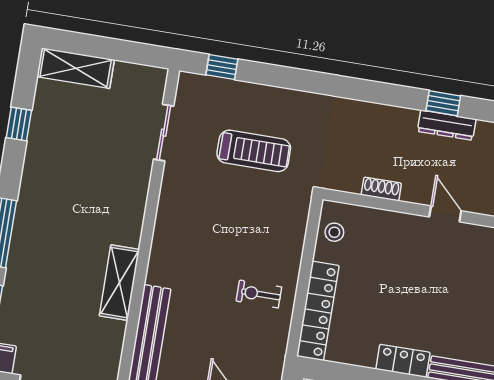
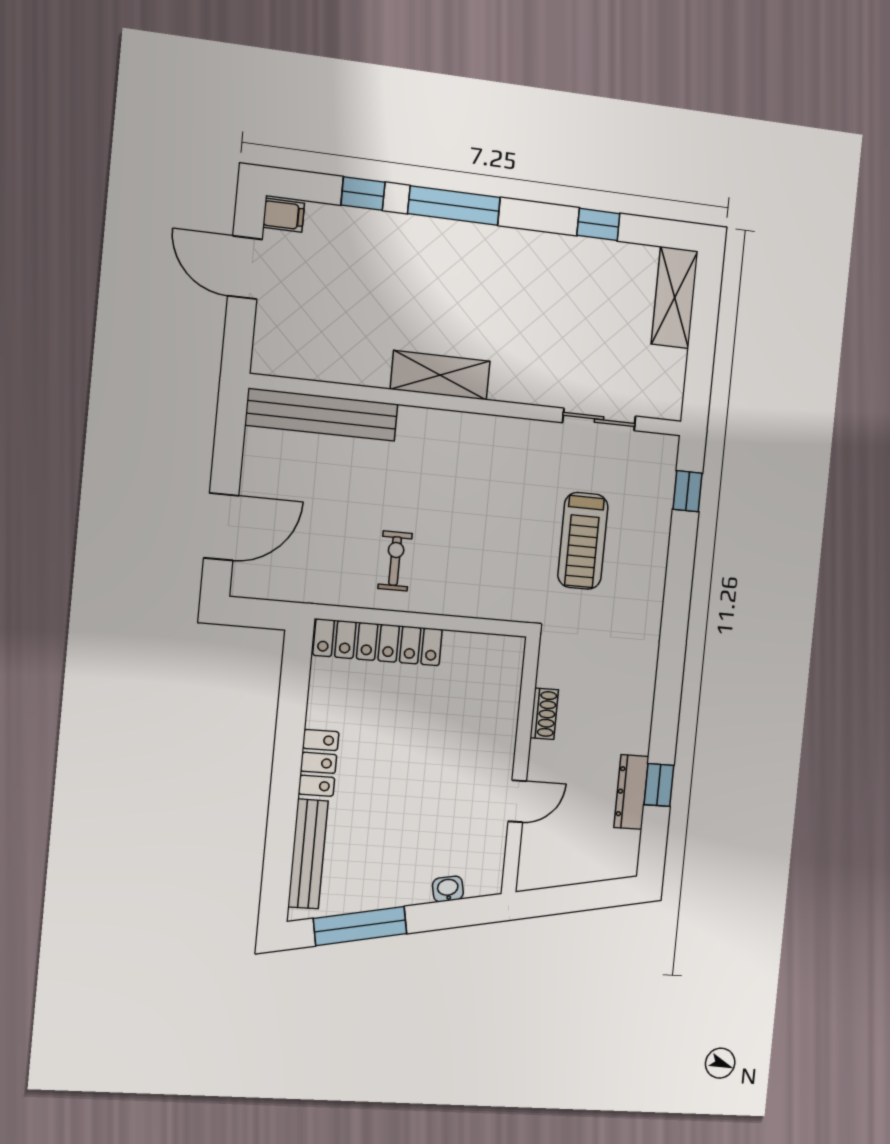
stool: (334, 232) -> (484, 656), removed
shelving: (119, 283) -> (440, 375), moved

